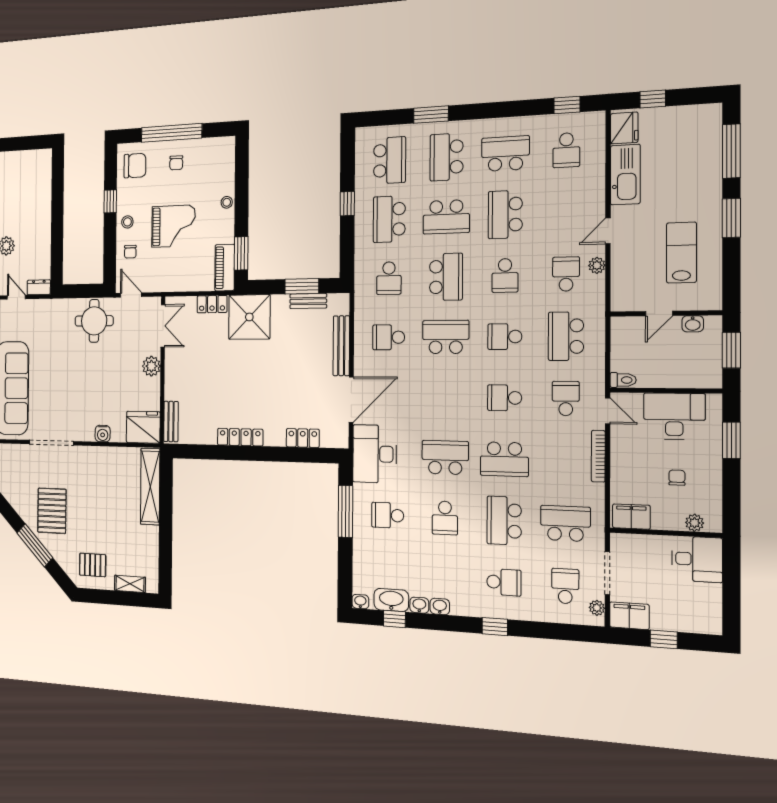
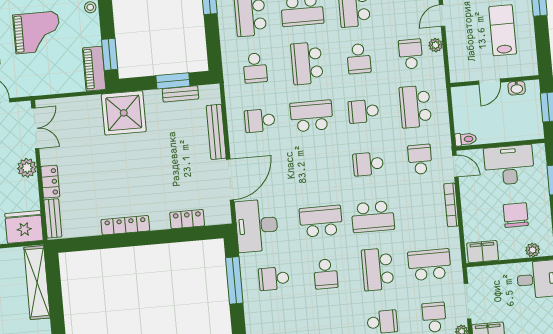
school desk: (446, 277) -> (307, 63), turned 180
locker: (212, 304) -> (50, 182), moved, turned -90
chair: (677, 478) -> (516, 215), width x1.87, depth x1.87

